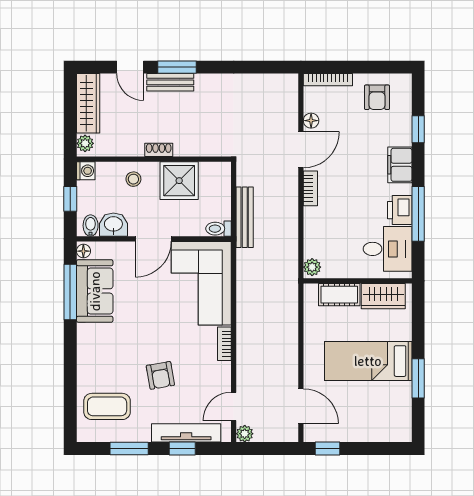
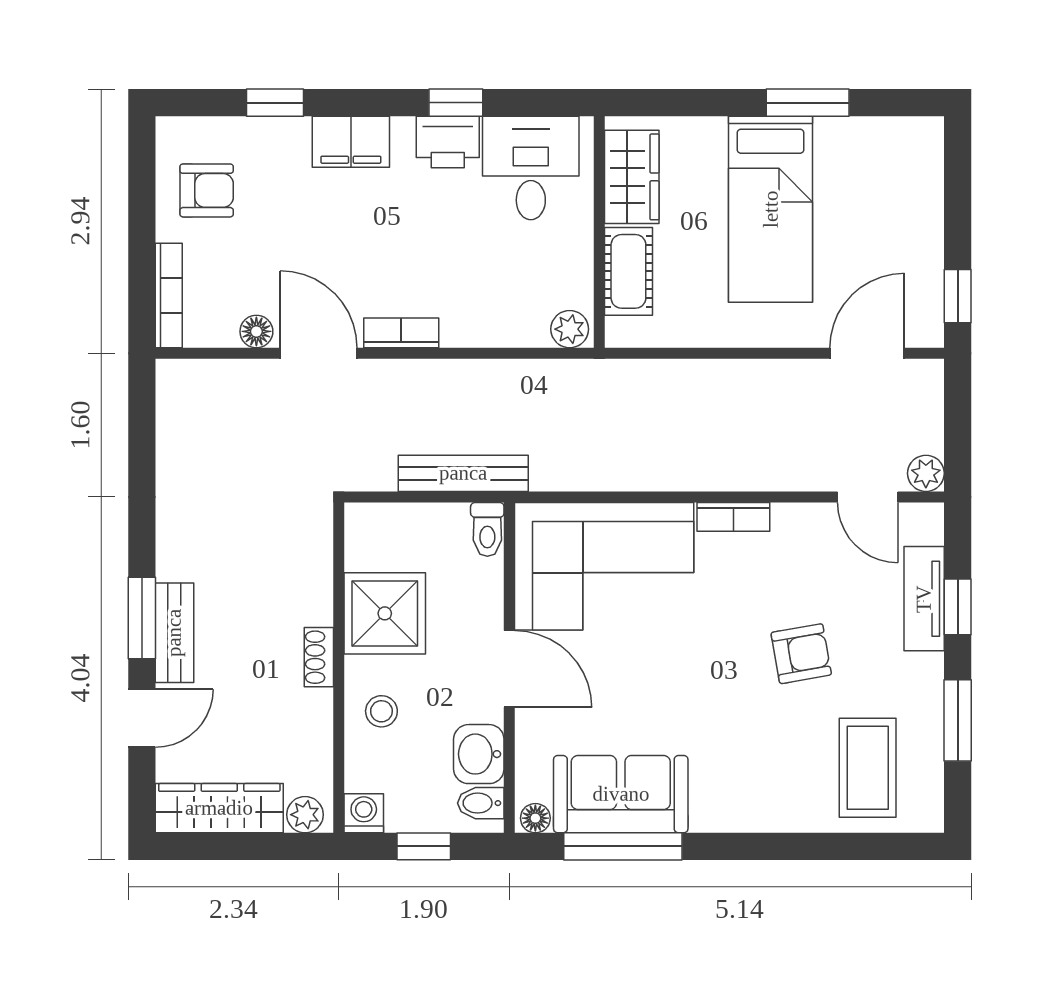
window: (418, 214) -> (456, 103), width x0.46
tv unit: (186, 433) -> (924, 599), width x0.71

